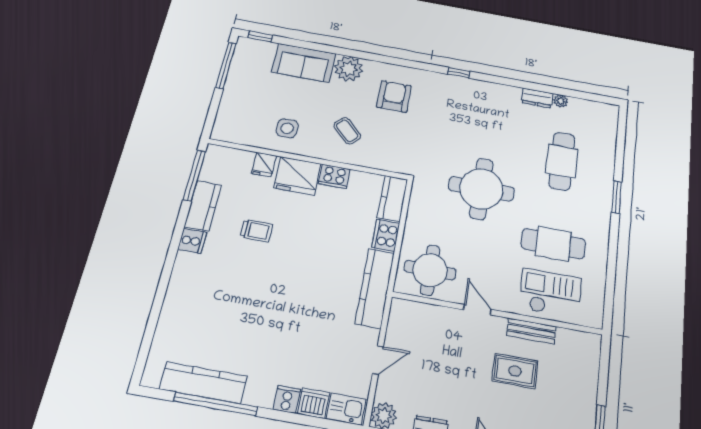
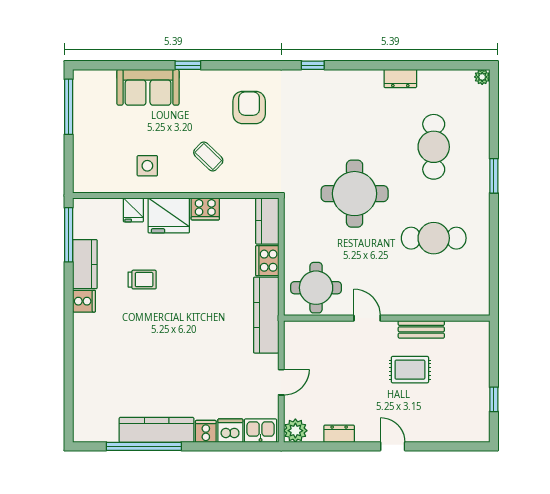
window: (260, 36) -> (188, 65), moved
plant: (349, 69) -> (196, 85), removed
plant: (561, 101) -> (482, 77), moved
checkout: (550, 293) -> (436, 289), removed
kitchen counter: (203, 383) -> (157, 430), moved

